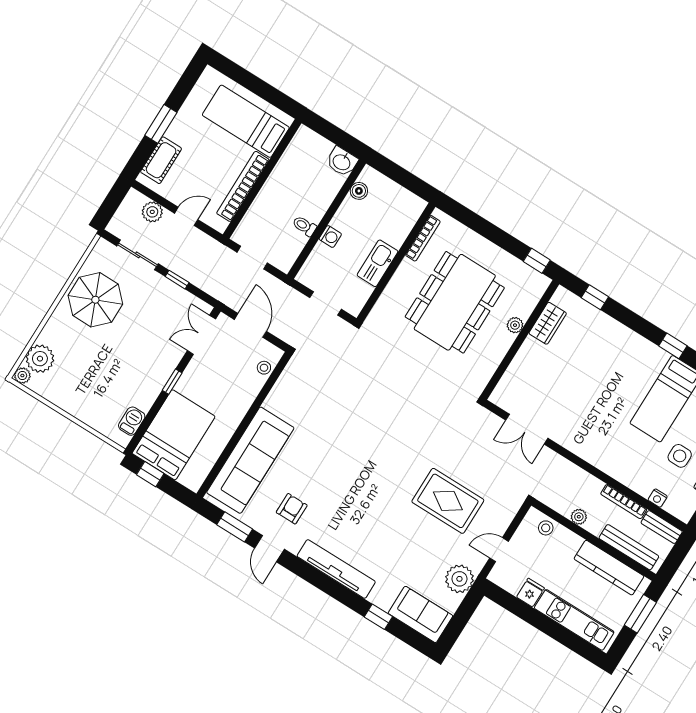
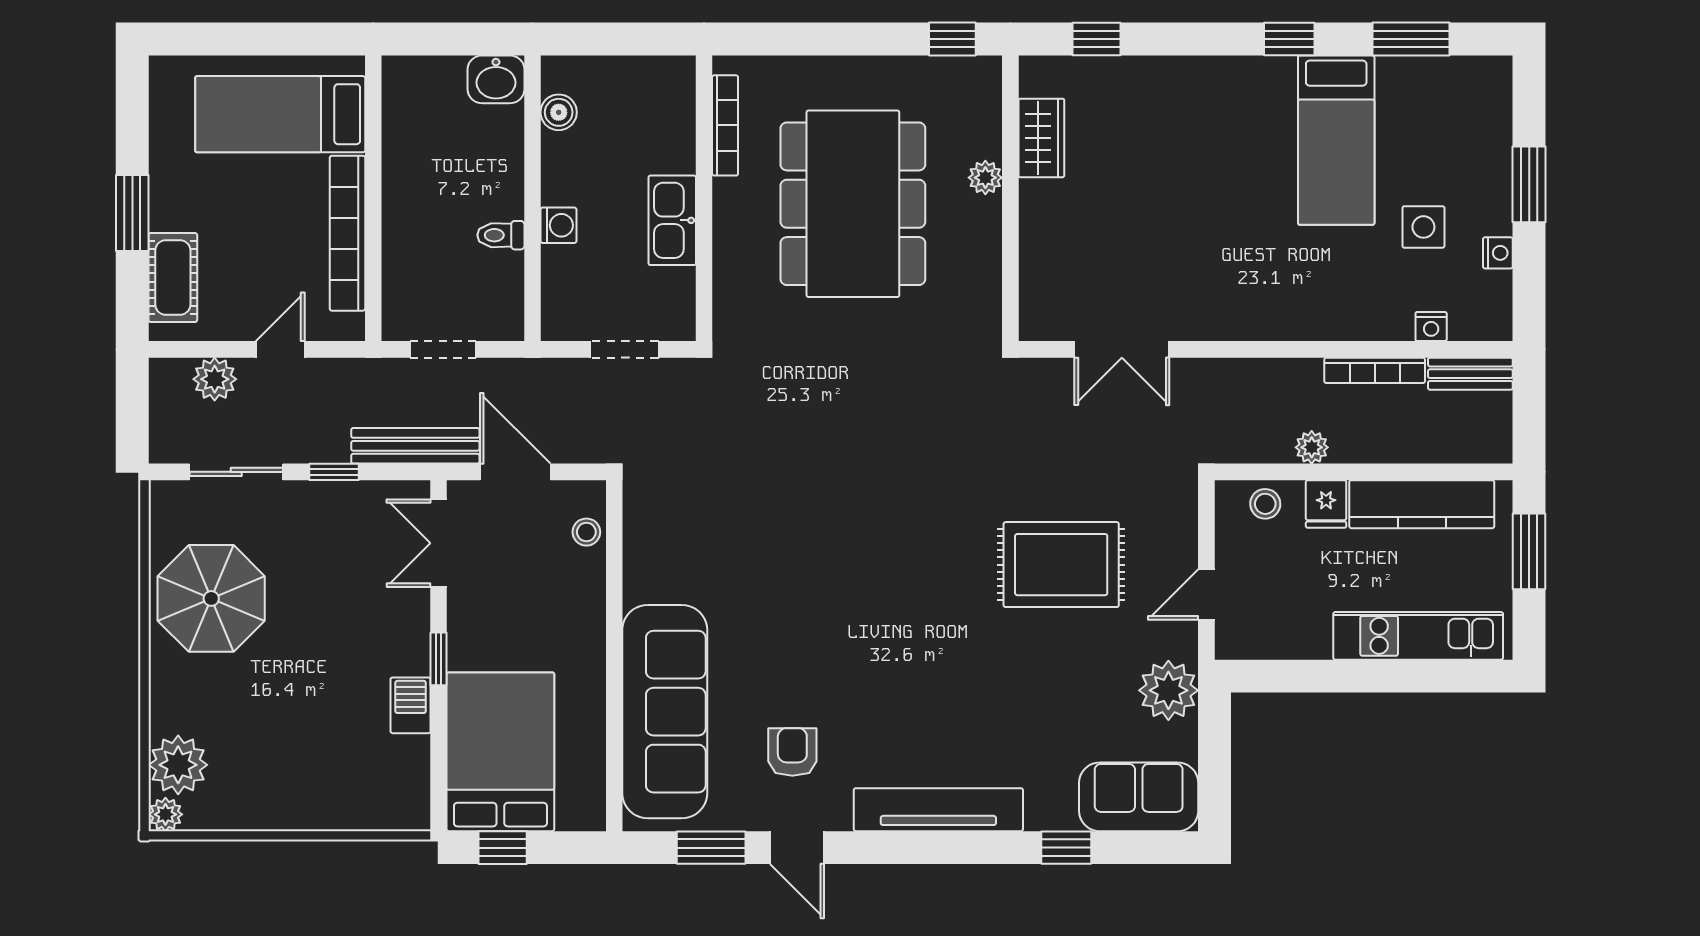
barbecue: (132, 421) -> (411, 705), moved
bench: (629, 547) -> (415, 446), moved
fridge: (530, 593) -> (1326, 504), moved, turned 180

